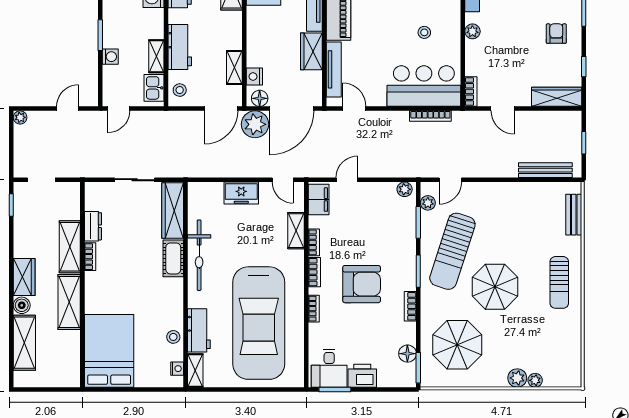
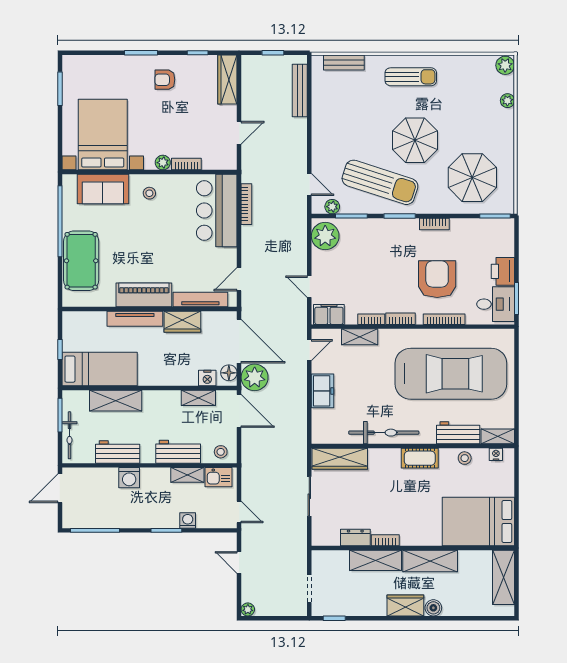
stool: (424, 32) -> (149, 193), moved
bookcase: (471, 92) -> (186, 164), moved
plant: (405, 189) -> (325, 236), width x1.88, depth x1.88
cot: (173, 258) -> (420, 458), moved
armchair: (362, 284) -> (437, 279), moved
bookcase: (314, 309) -> (444, 319), width x1.56
shelving: (24, 343) -> (504, 577), moved, turned 90
floor lamp: (407, 354) -> (481, 227), removed
plant: (517, 378) -> (505, 65), moved

